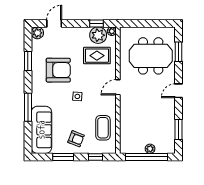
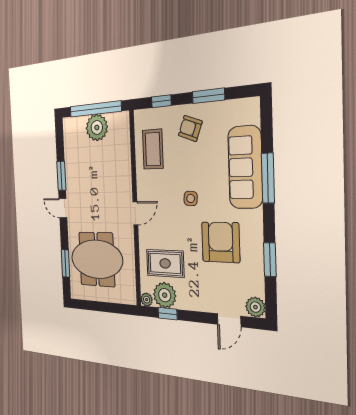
armchair: (58, 70) -> (221, 242), turned 90
door: (178, 91) -> (63, 208), swing flipped
window: (178, 129) -> (61, 176), moved
sofa: (41, 130) -> (245, 167), moved
plant: (150, 149) -> (97, 128), width x1.88, depth x1.88

